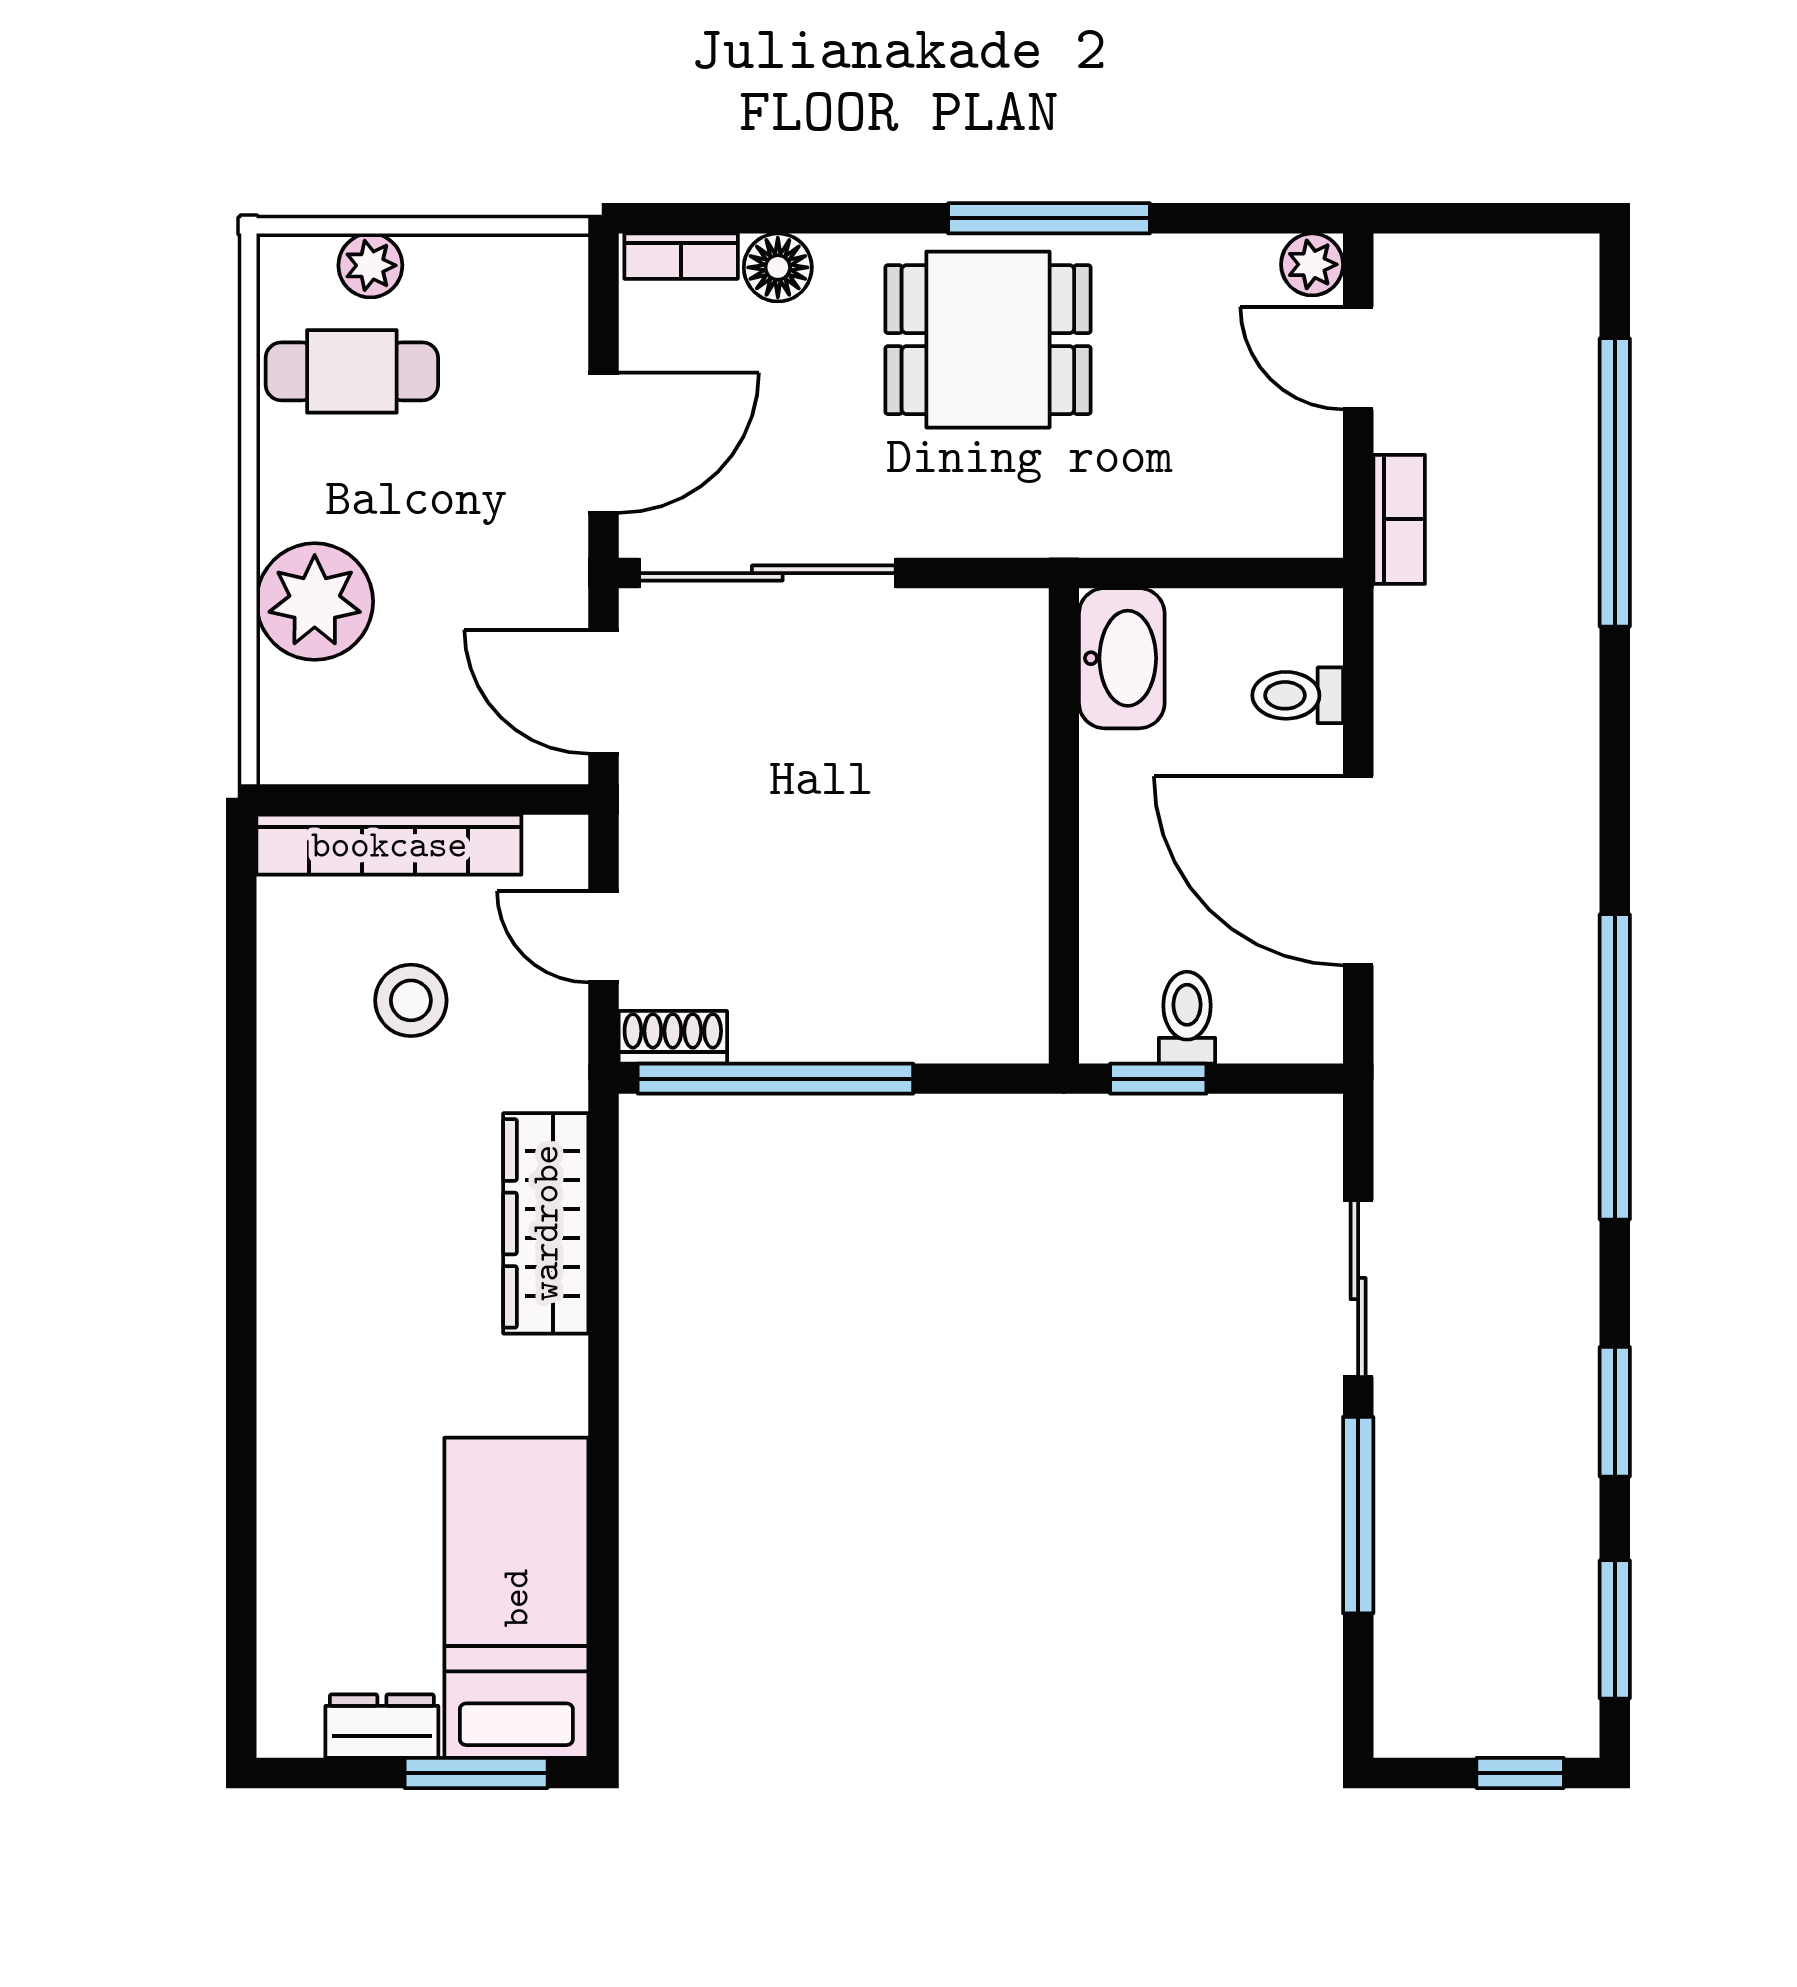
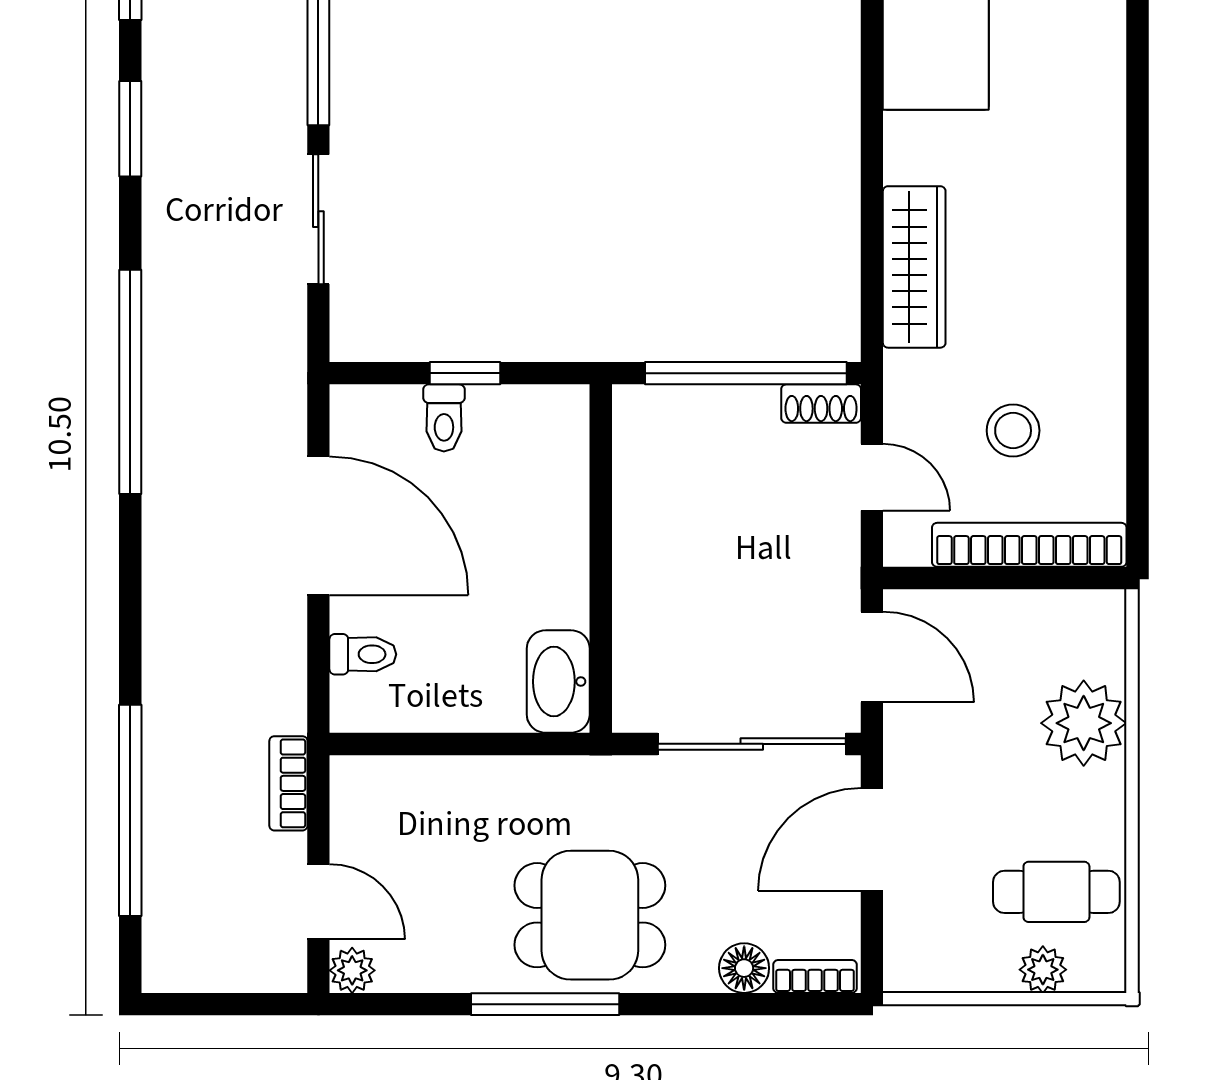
washbasin: (1122, 658) -> (558, 682), moved
wall: (1064, 826) -> (601, 559), moved

